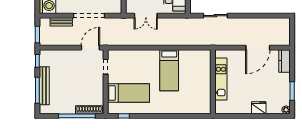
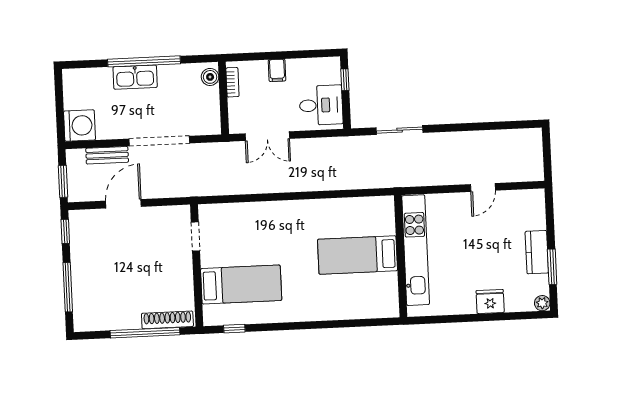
door: (90, 48) -> (123, 204), moved
door: (258, 48) -> (483, 187), width x0.53
kitchen counter: (284, 61) -> (537, 252), moved
bed: (169, 70) -> (358, 255), moved, turned 90
kitchen unit: (221, 79) -> (416, 250), width x1.36
bench: (44, 86) -> (80, 278), removed

